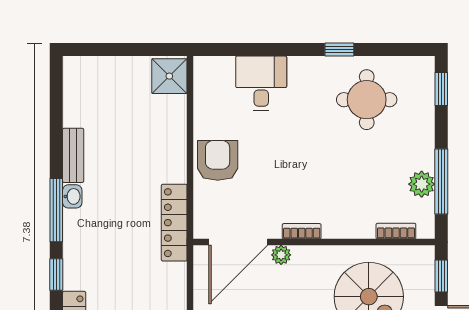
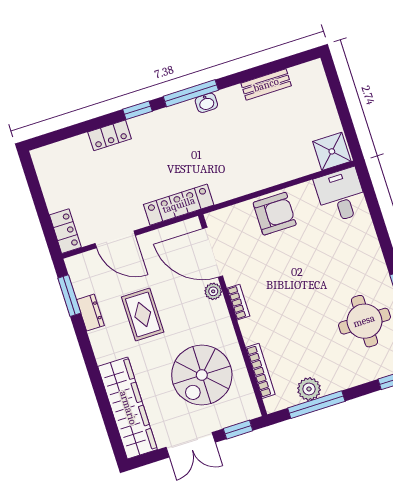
desk: (261, 83) -> (341, 195), moved, turned -90
bench: (73, 155) -> (266, 85), moved
locker: (174, 223) -> (179, 205), moved
bookcase: (396, 231) -> (260, 371), width x1.56

